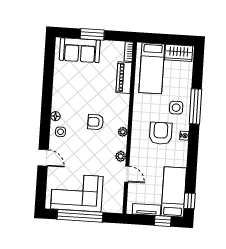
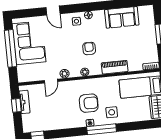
sofa: (80, 50) -> (122, 17), moved, turned -90
piano: (124, 78) -> (115, 67), moved
window: (195, 106) -> (102, 129), moved
door: (43, 158) -> (53, 11), hinge flipped
bed: (174, 192) -> (43, 122), removed
window: (163, 221) -> (16, 105), moved

